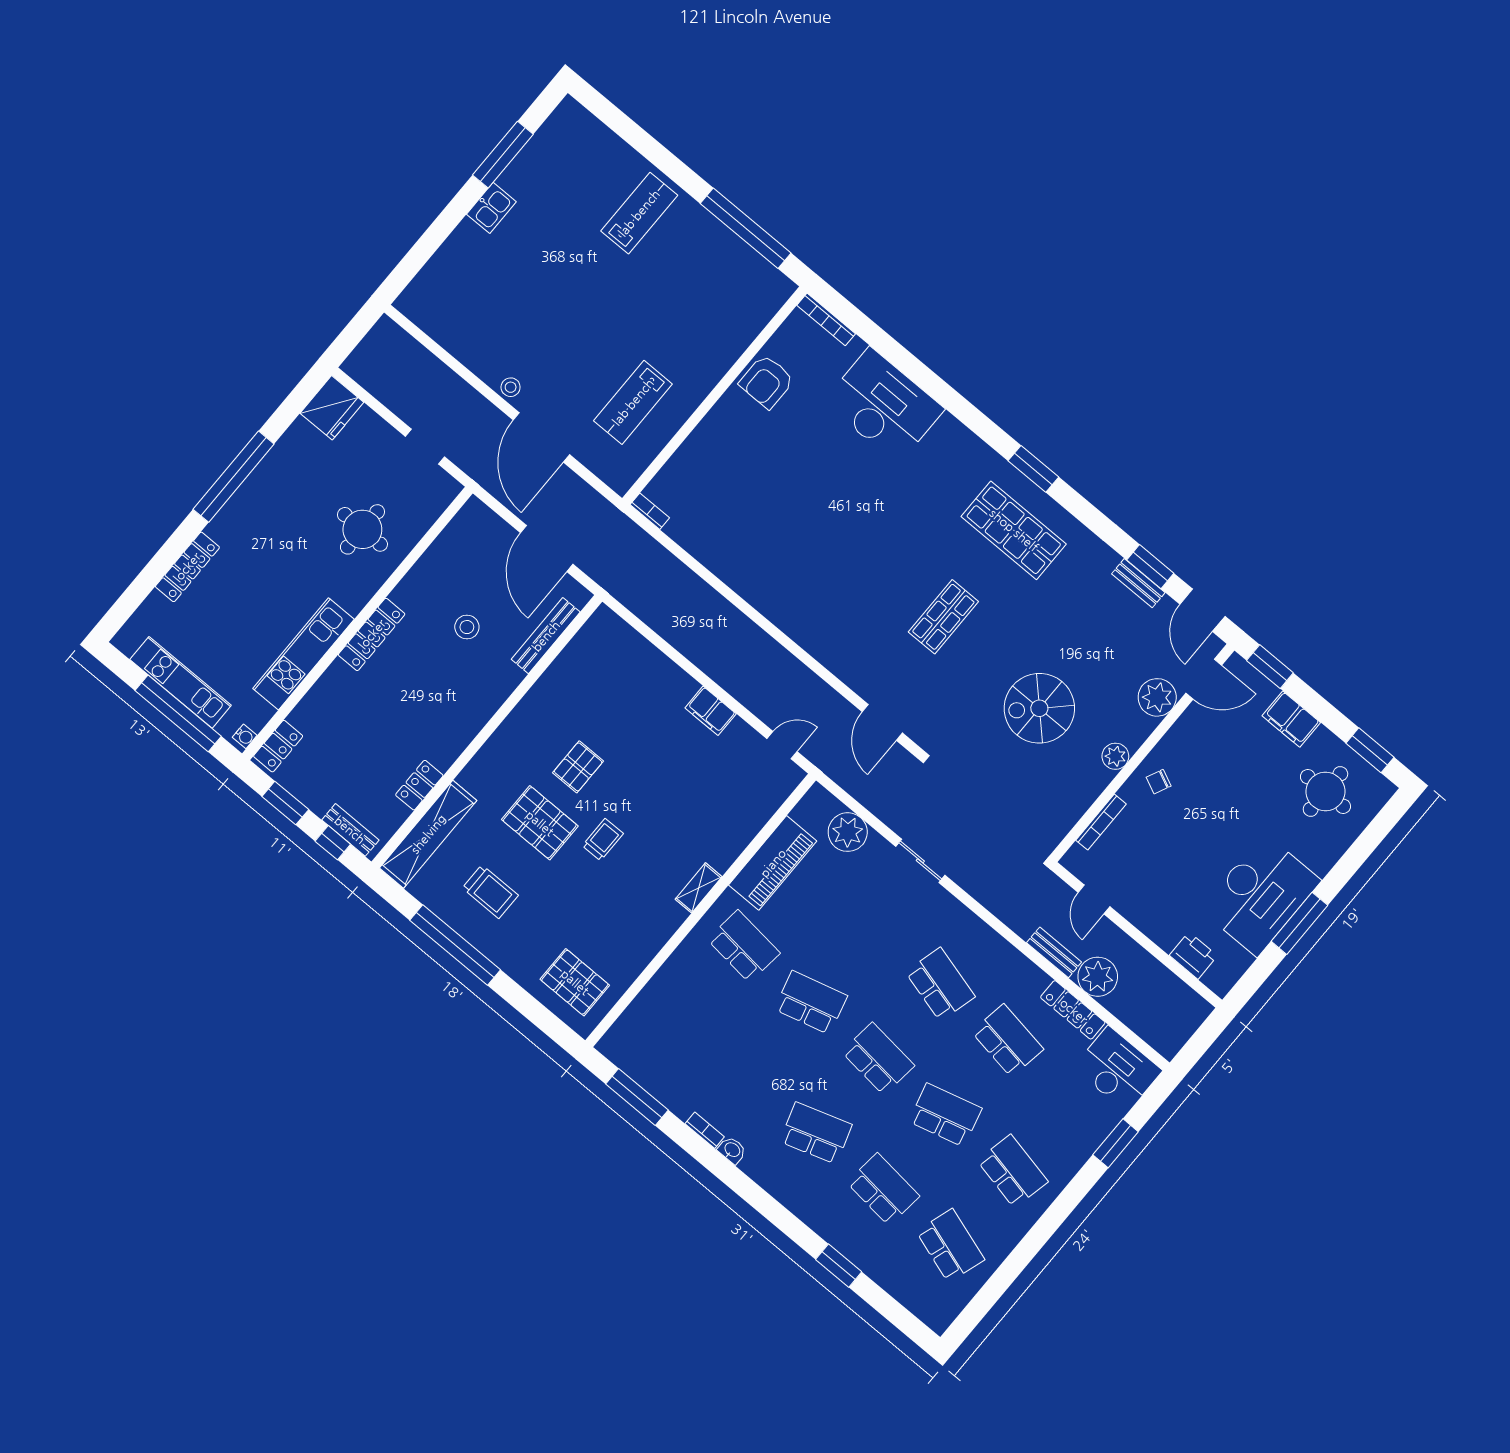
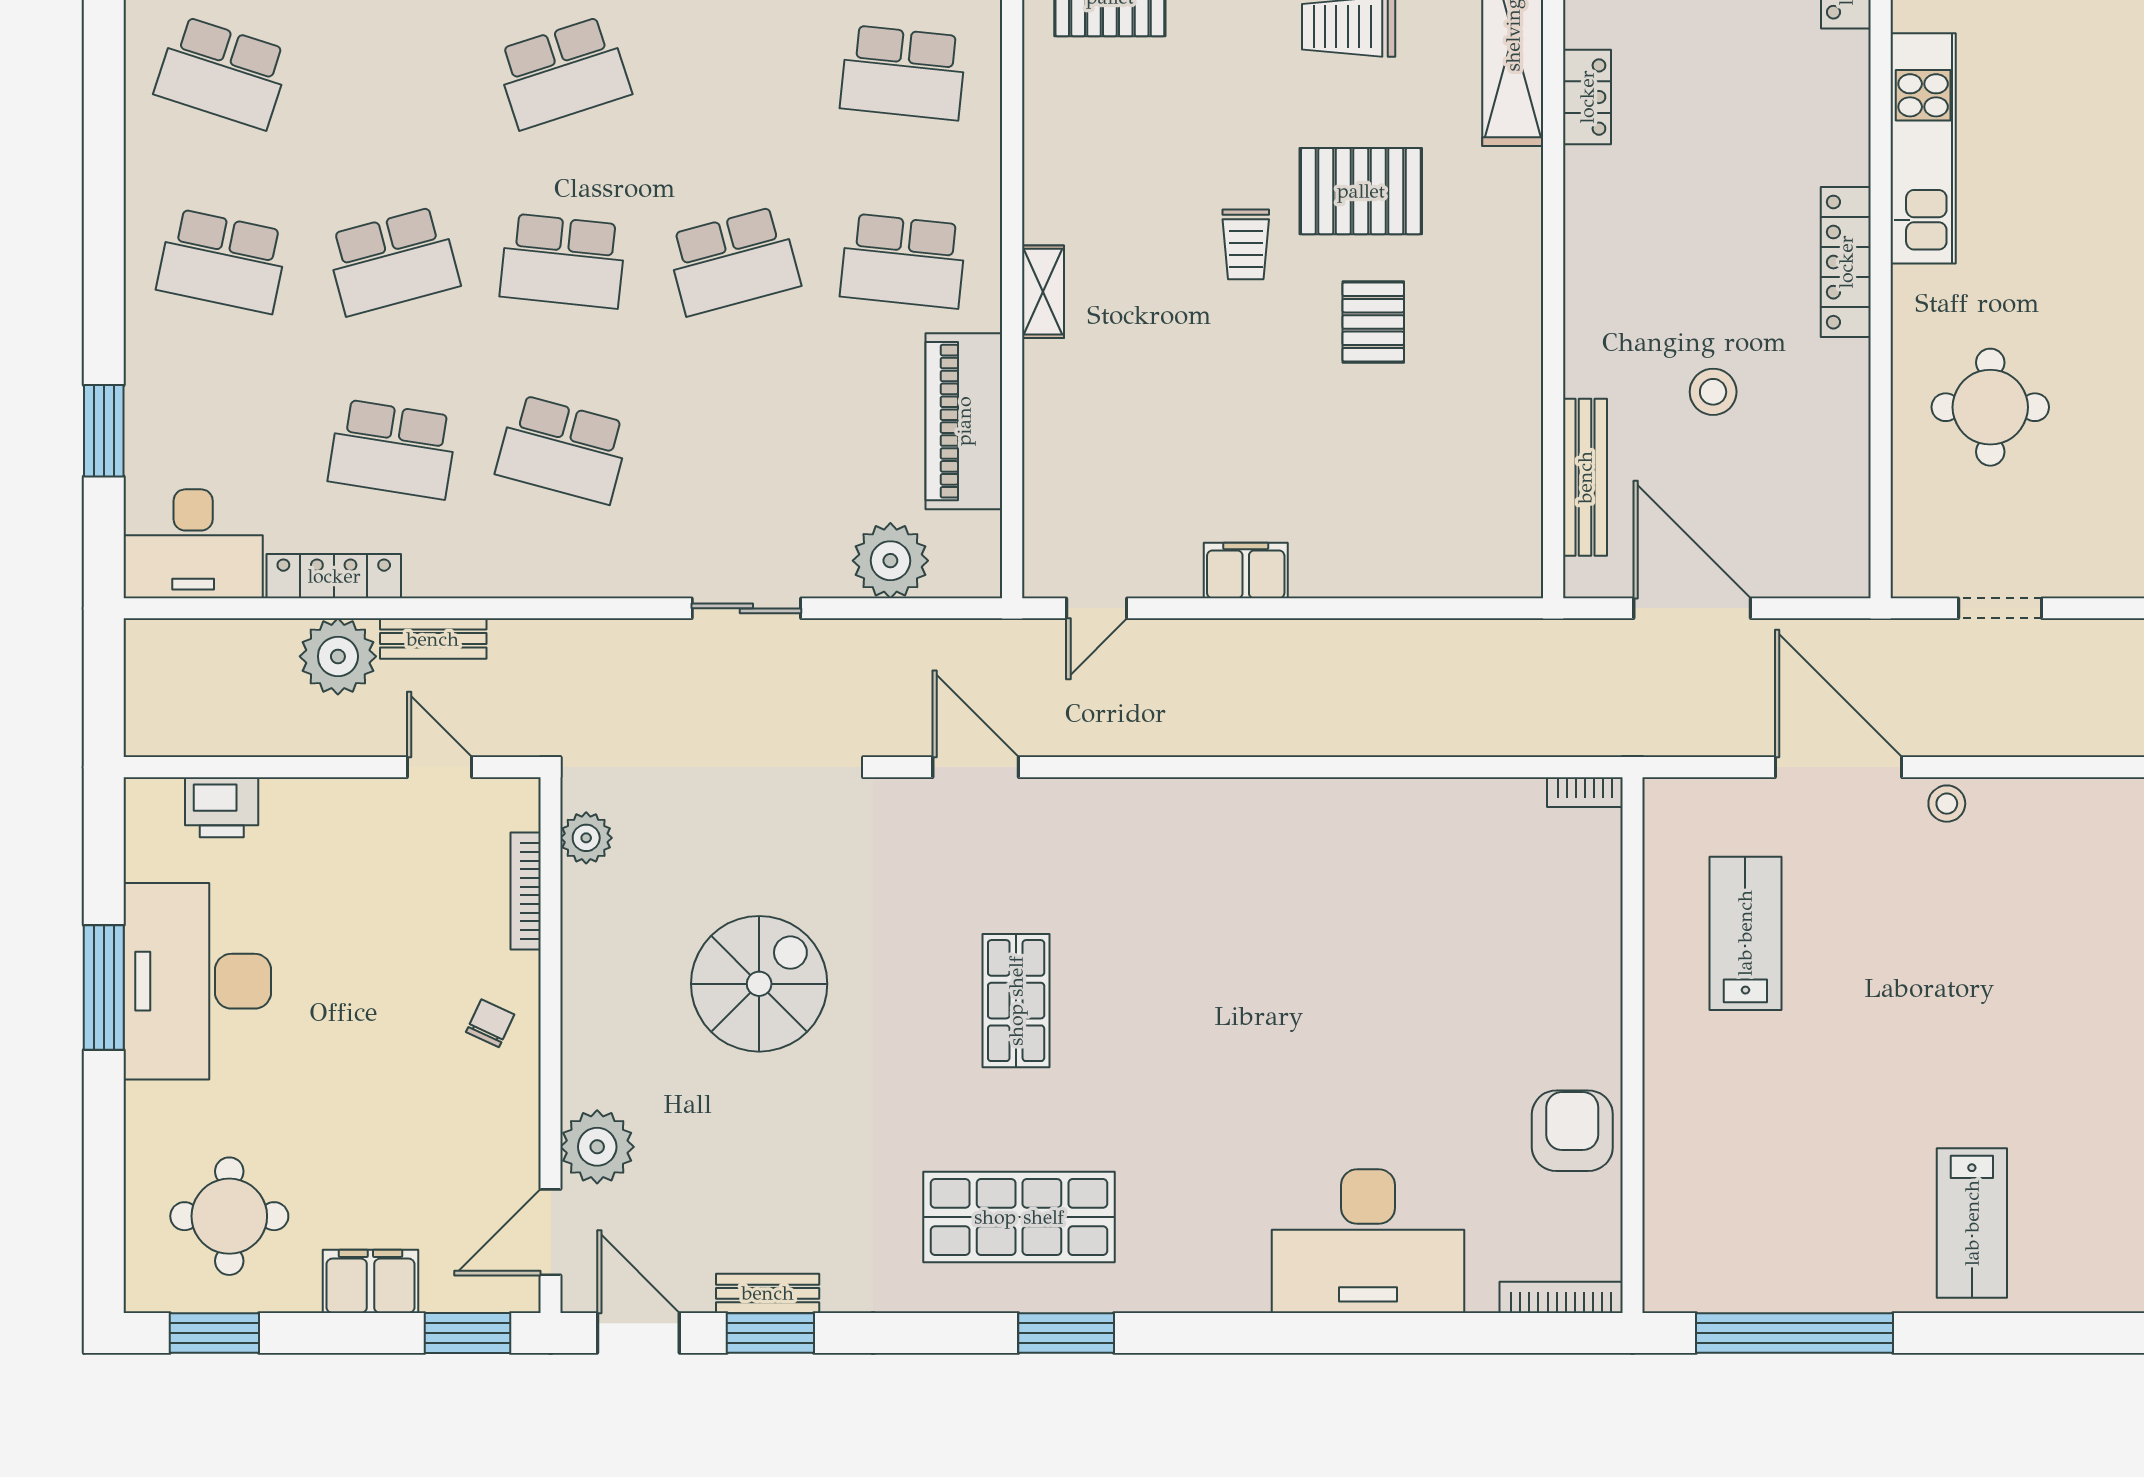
plant: (1115, 756) -> (586, 838), moved
school desk: (883, 1189) -> (903, 73), moved

